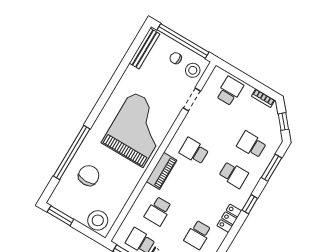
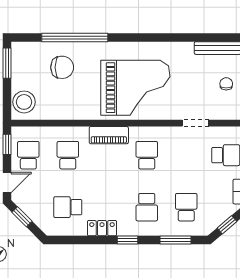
stool: (193, 70) -> (224, 107), removed
school desk: (158, 211) -> (68, 155), turned 90

